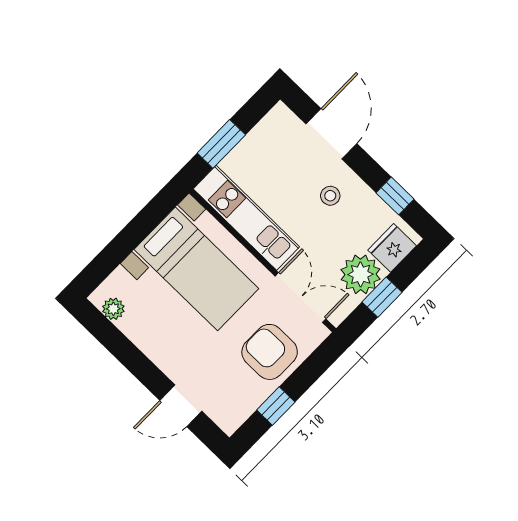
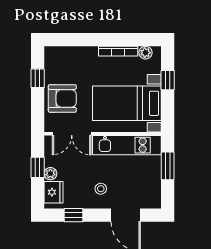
window: (119, 249) -> (168, 80), added
plant: (361, 274) -> (50, 174), width x0.53, depth x0.53
bookcase: (145, 343) -> (118, 51), added
door: (181, 406) -> (77, 40), removed

